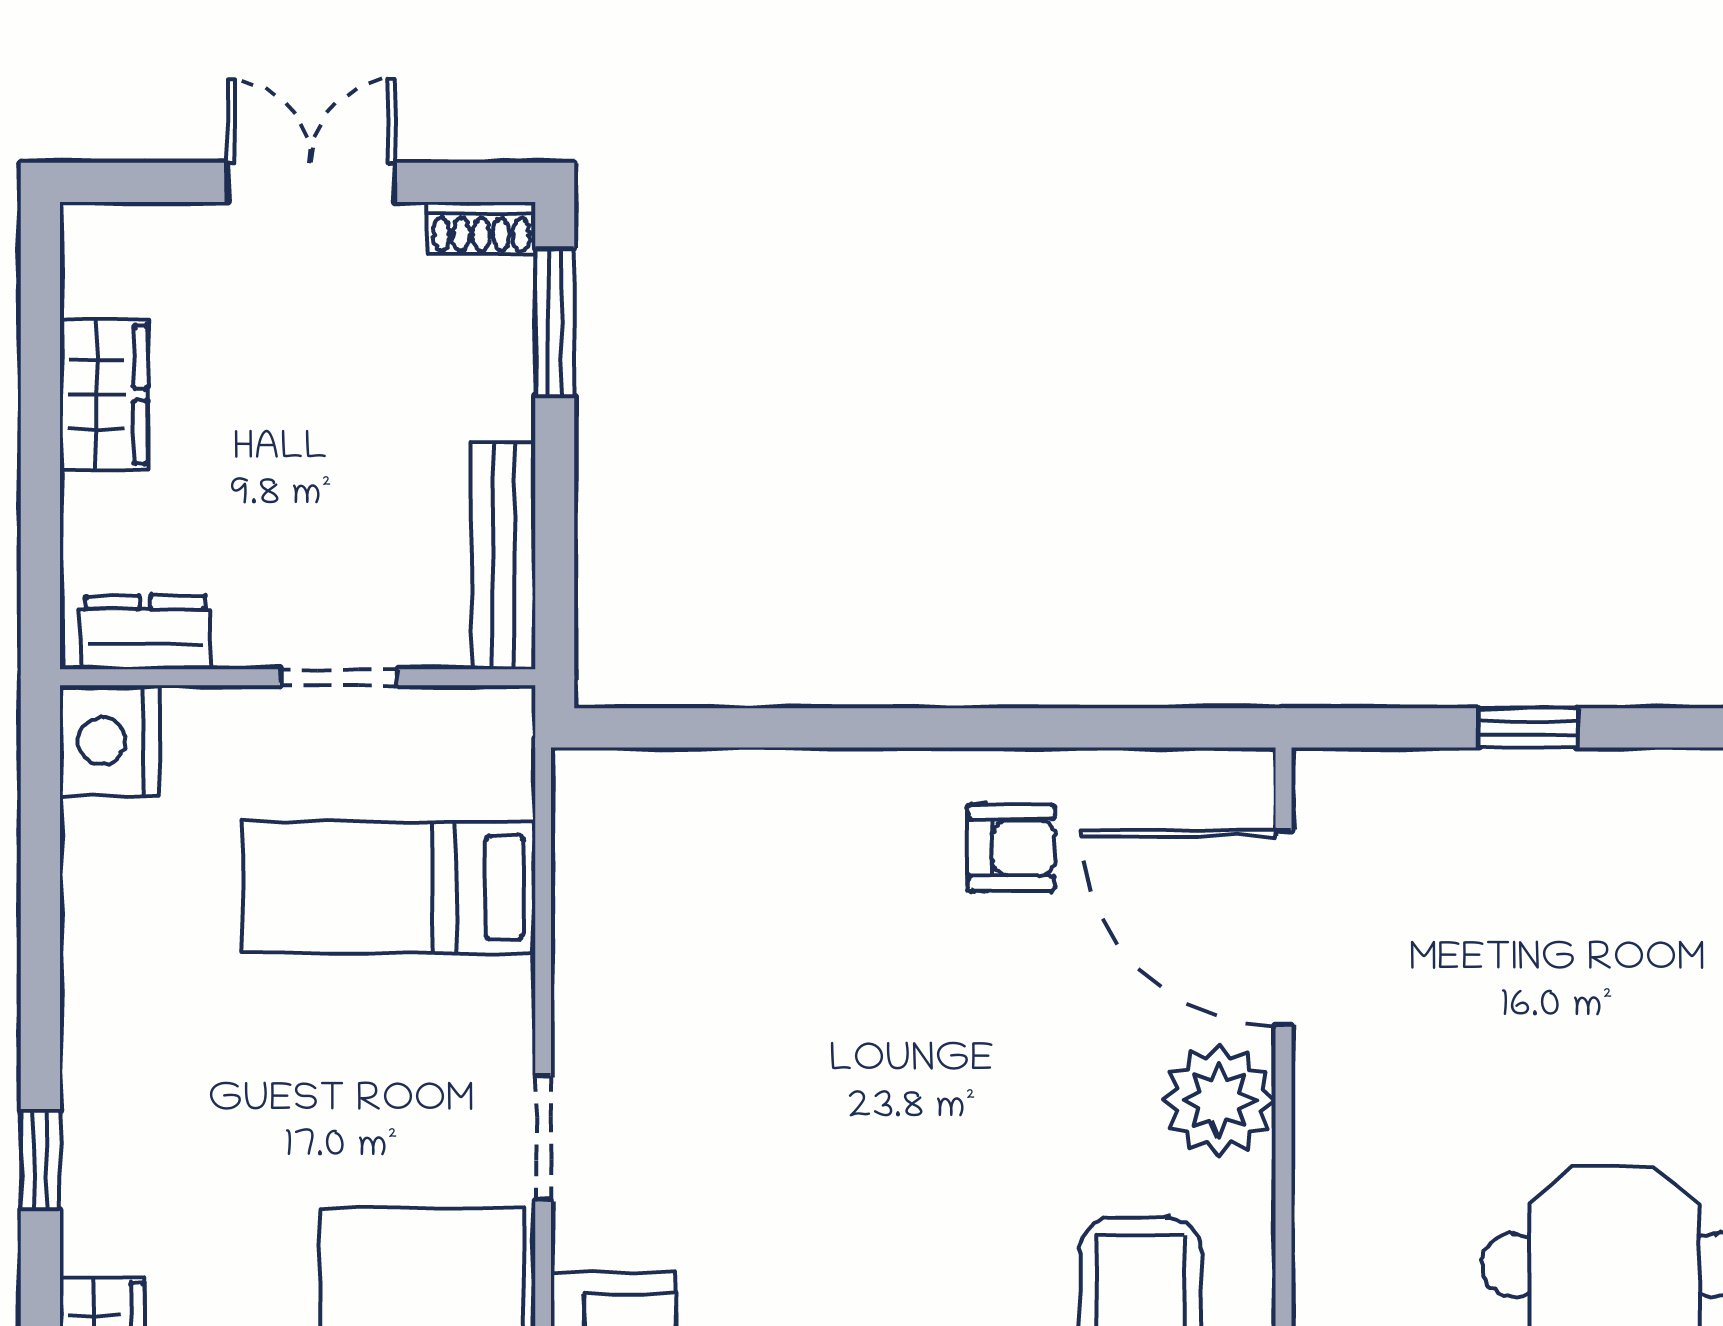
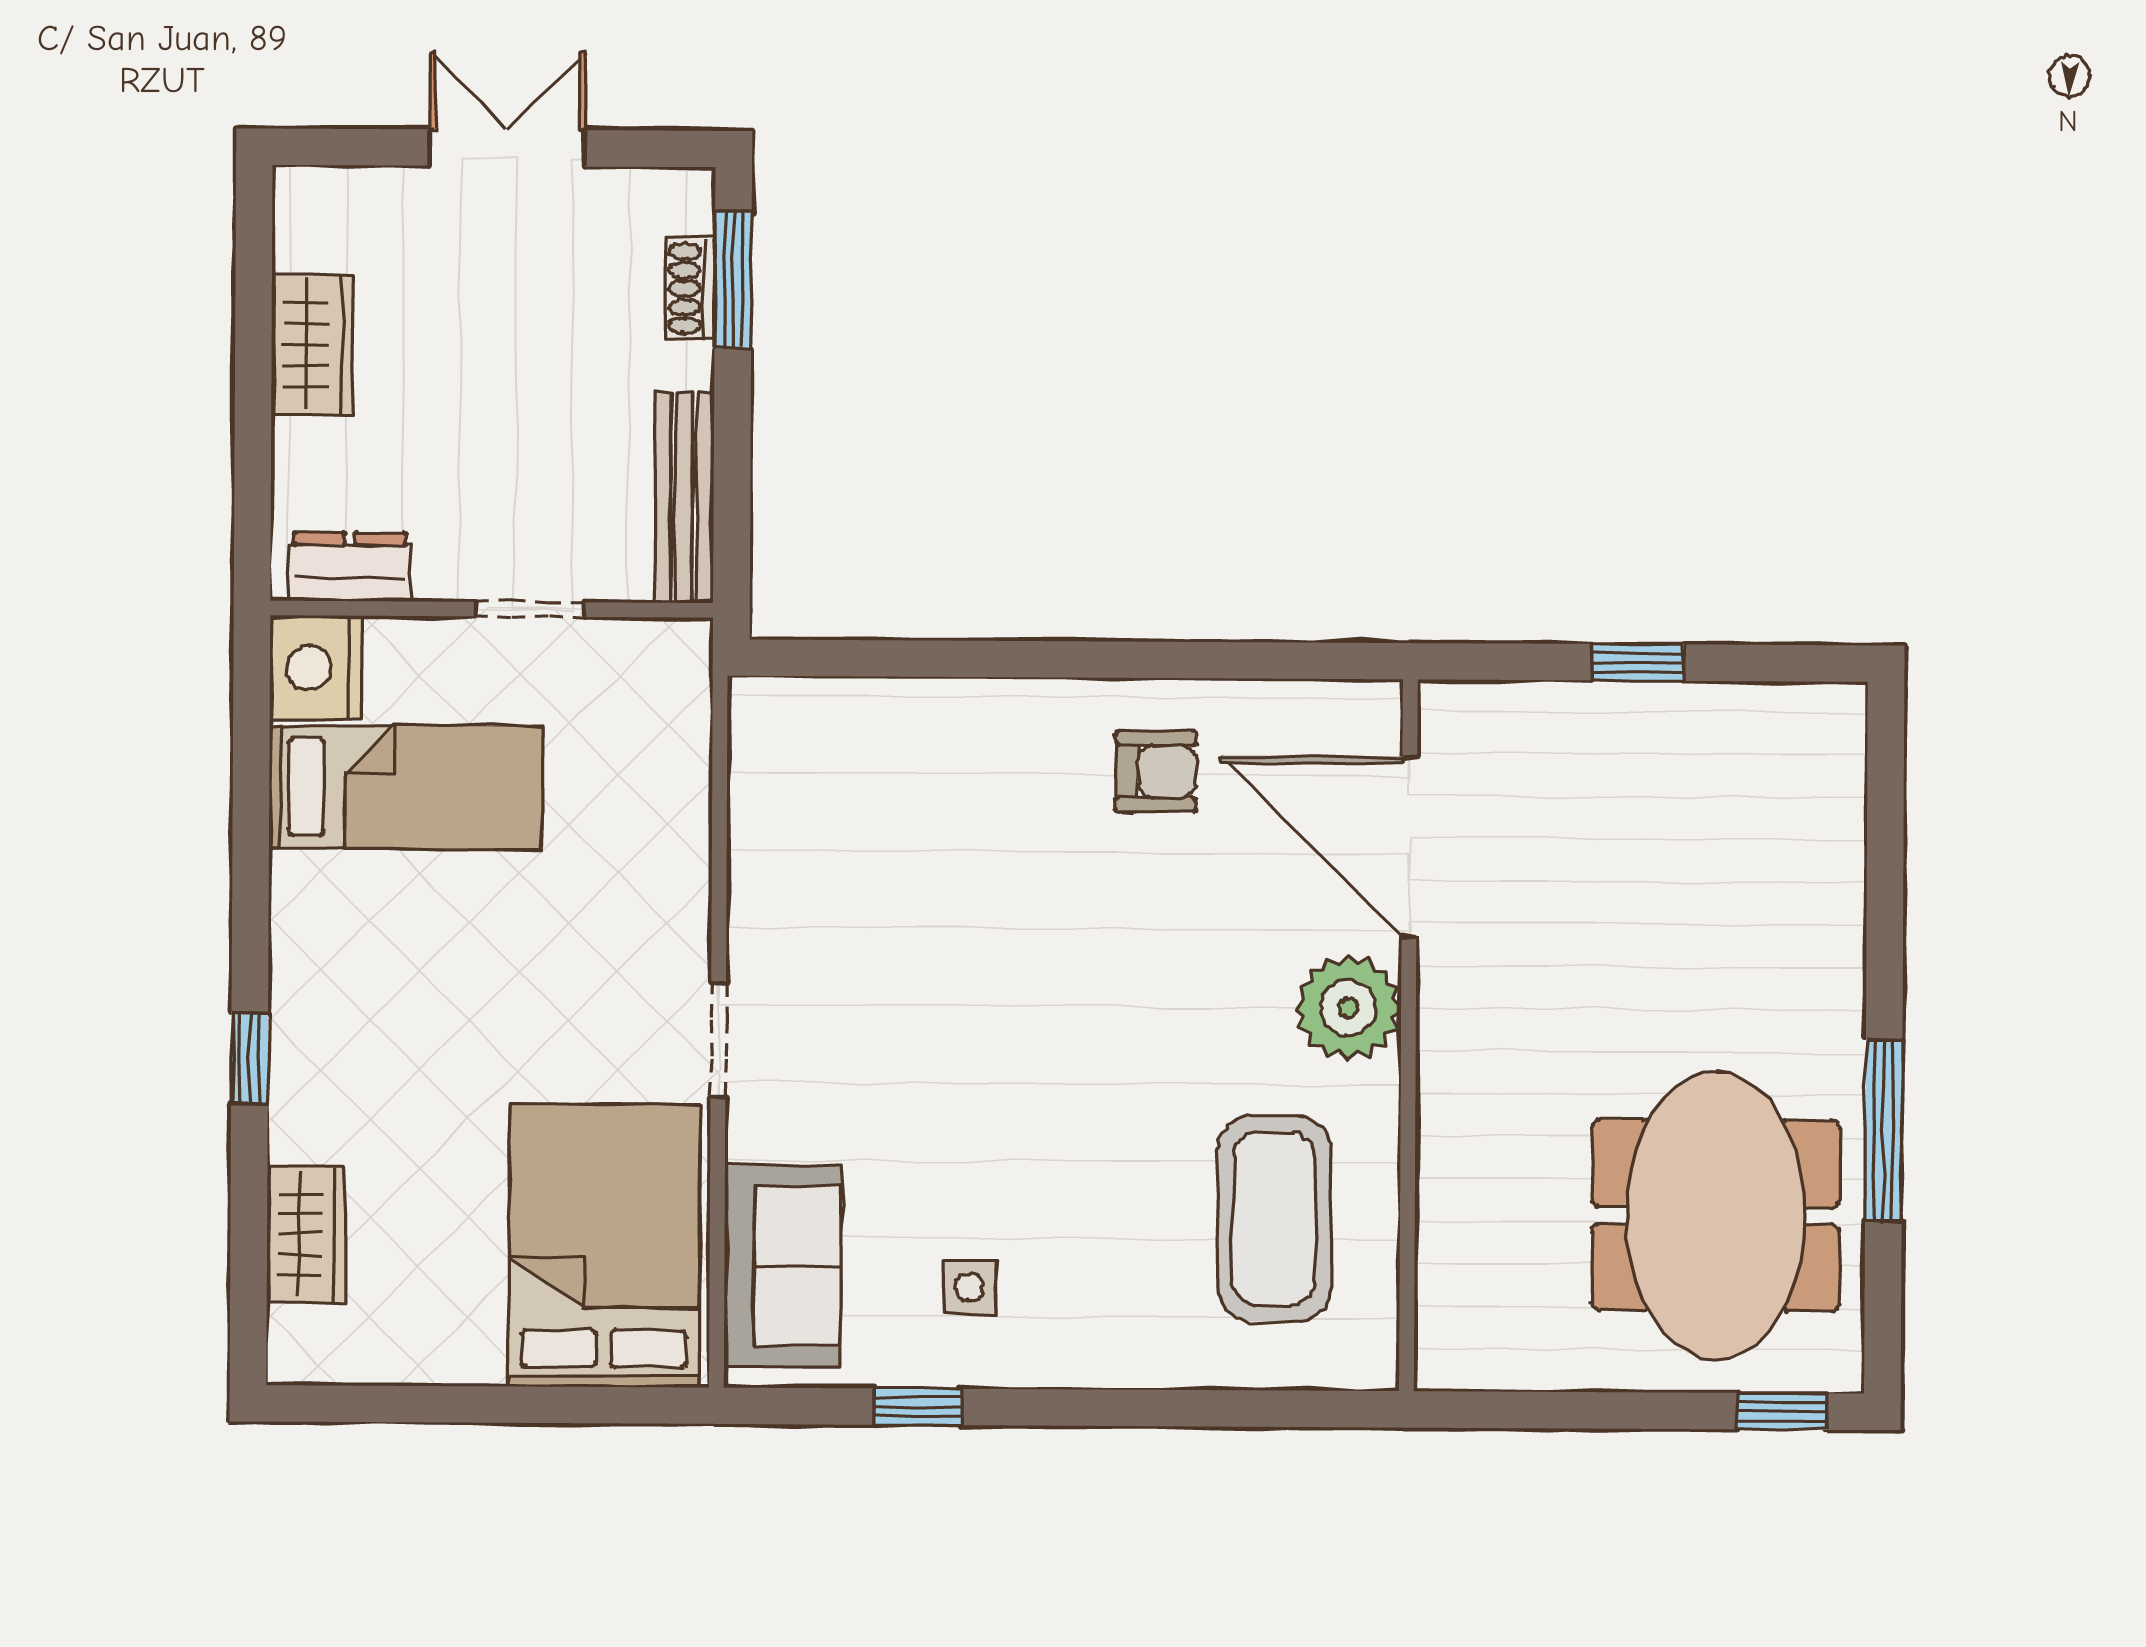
shoe rack: (481, 228) -> (690, 289), moved, turned 90
bed: (389, 887) -> (406, 787), moved, turned 180

